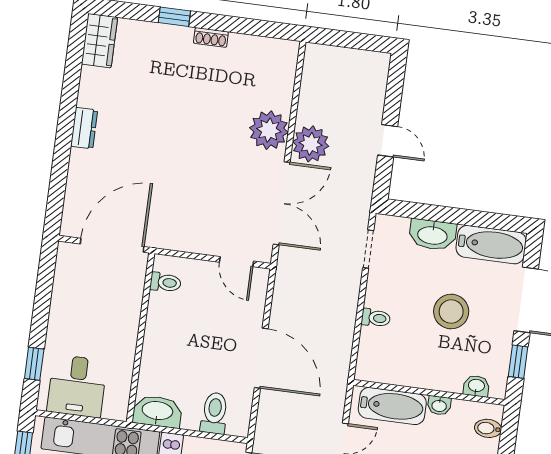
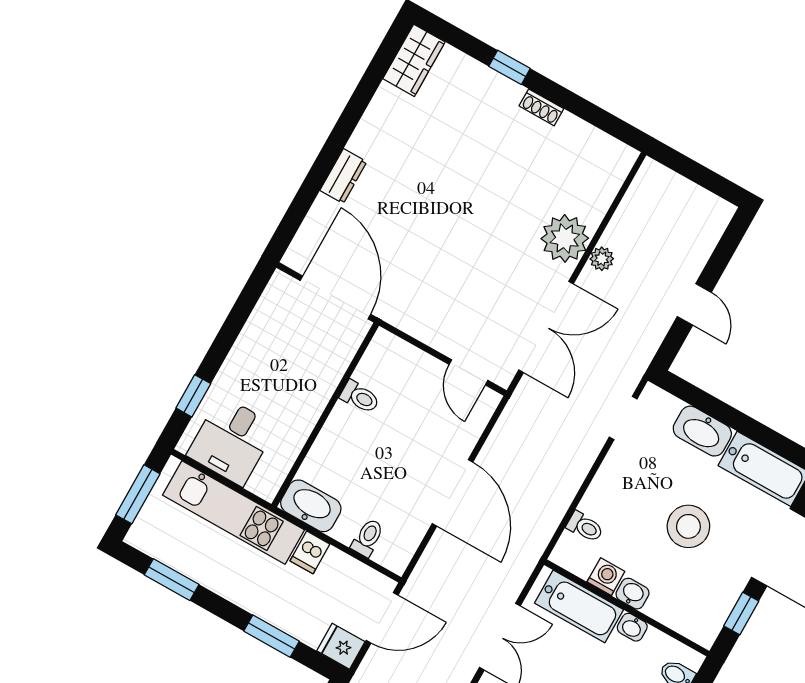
dresser: (84, 128) -> (343, 176), moved
plant: (311, 144) -> (602, 259), width x0.53, depth x0.53
door: (112, 245) -> (335, 297), hinge flipped
toilet: (165, 282) -> (360, 397), moved
toilet: (376, 318) -> (585, 527), moved
washing machine: (404, 375) -> (606, 577), added
washbasin: (476, 386) -> (632, 594), moved
toilet: (214, 413) -> (368, 538), width x0.73, depth x0.72

